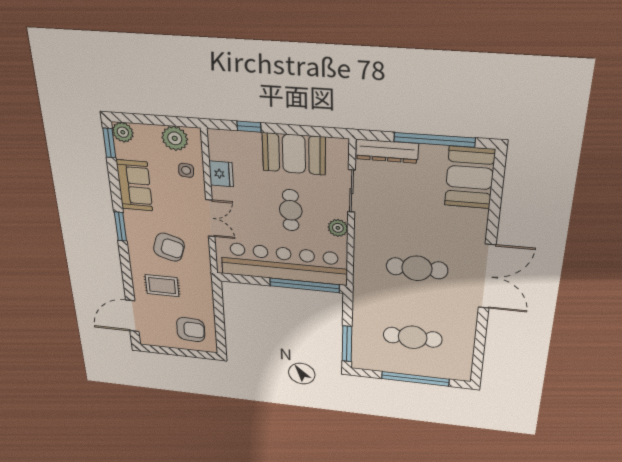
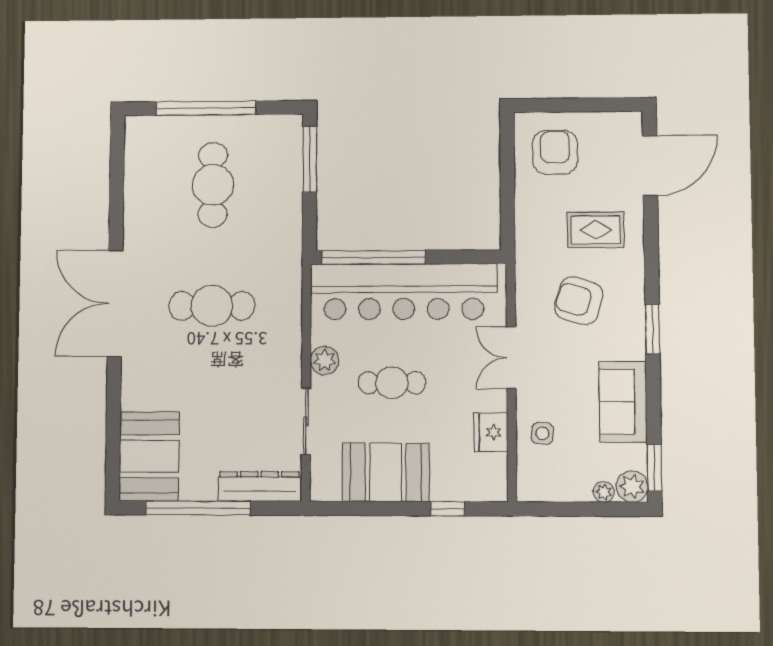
plant: (175, 138) -> (604, 492), moved, width x0.53, depth x0.53
cafe table: (291, 210) -> (392, 383), turned 90
armchair: (191, 330) -> (555, 152), turned 87
cafe table: (413, 337) -> (213, 185), turned 90

